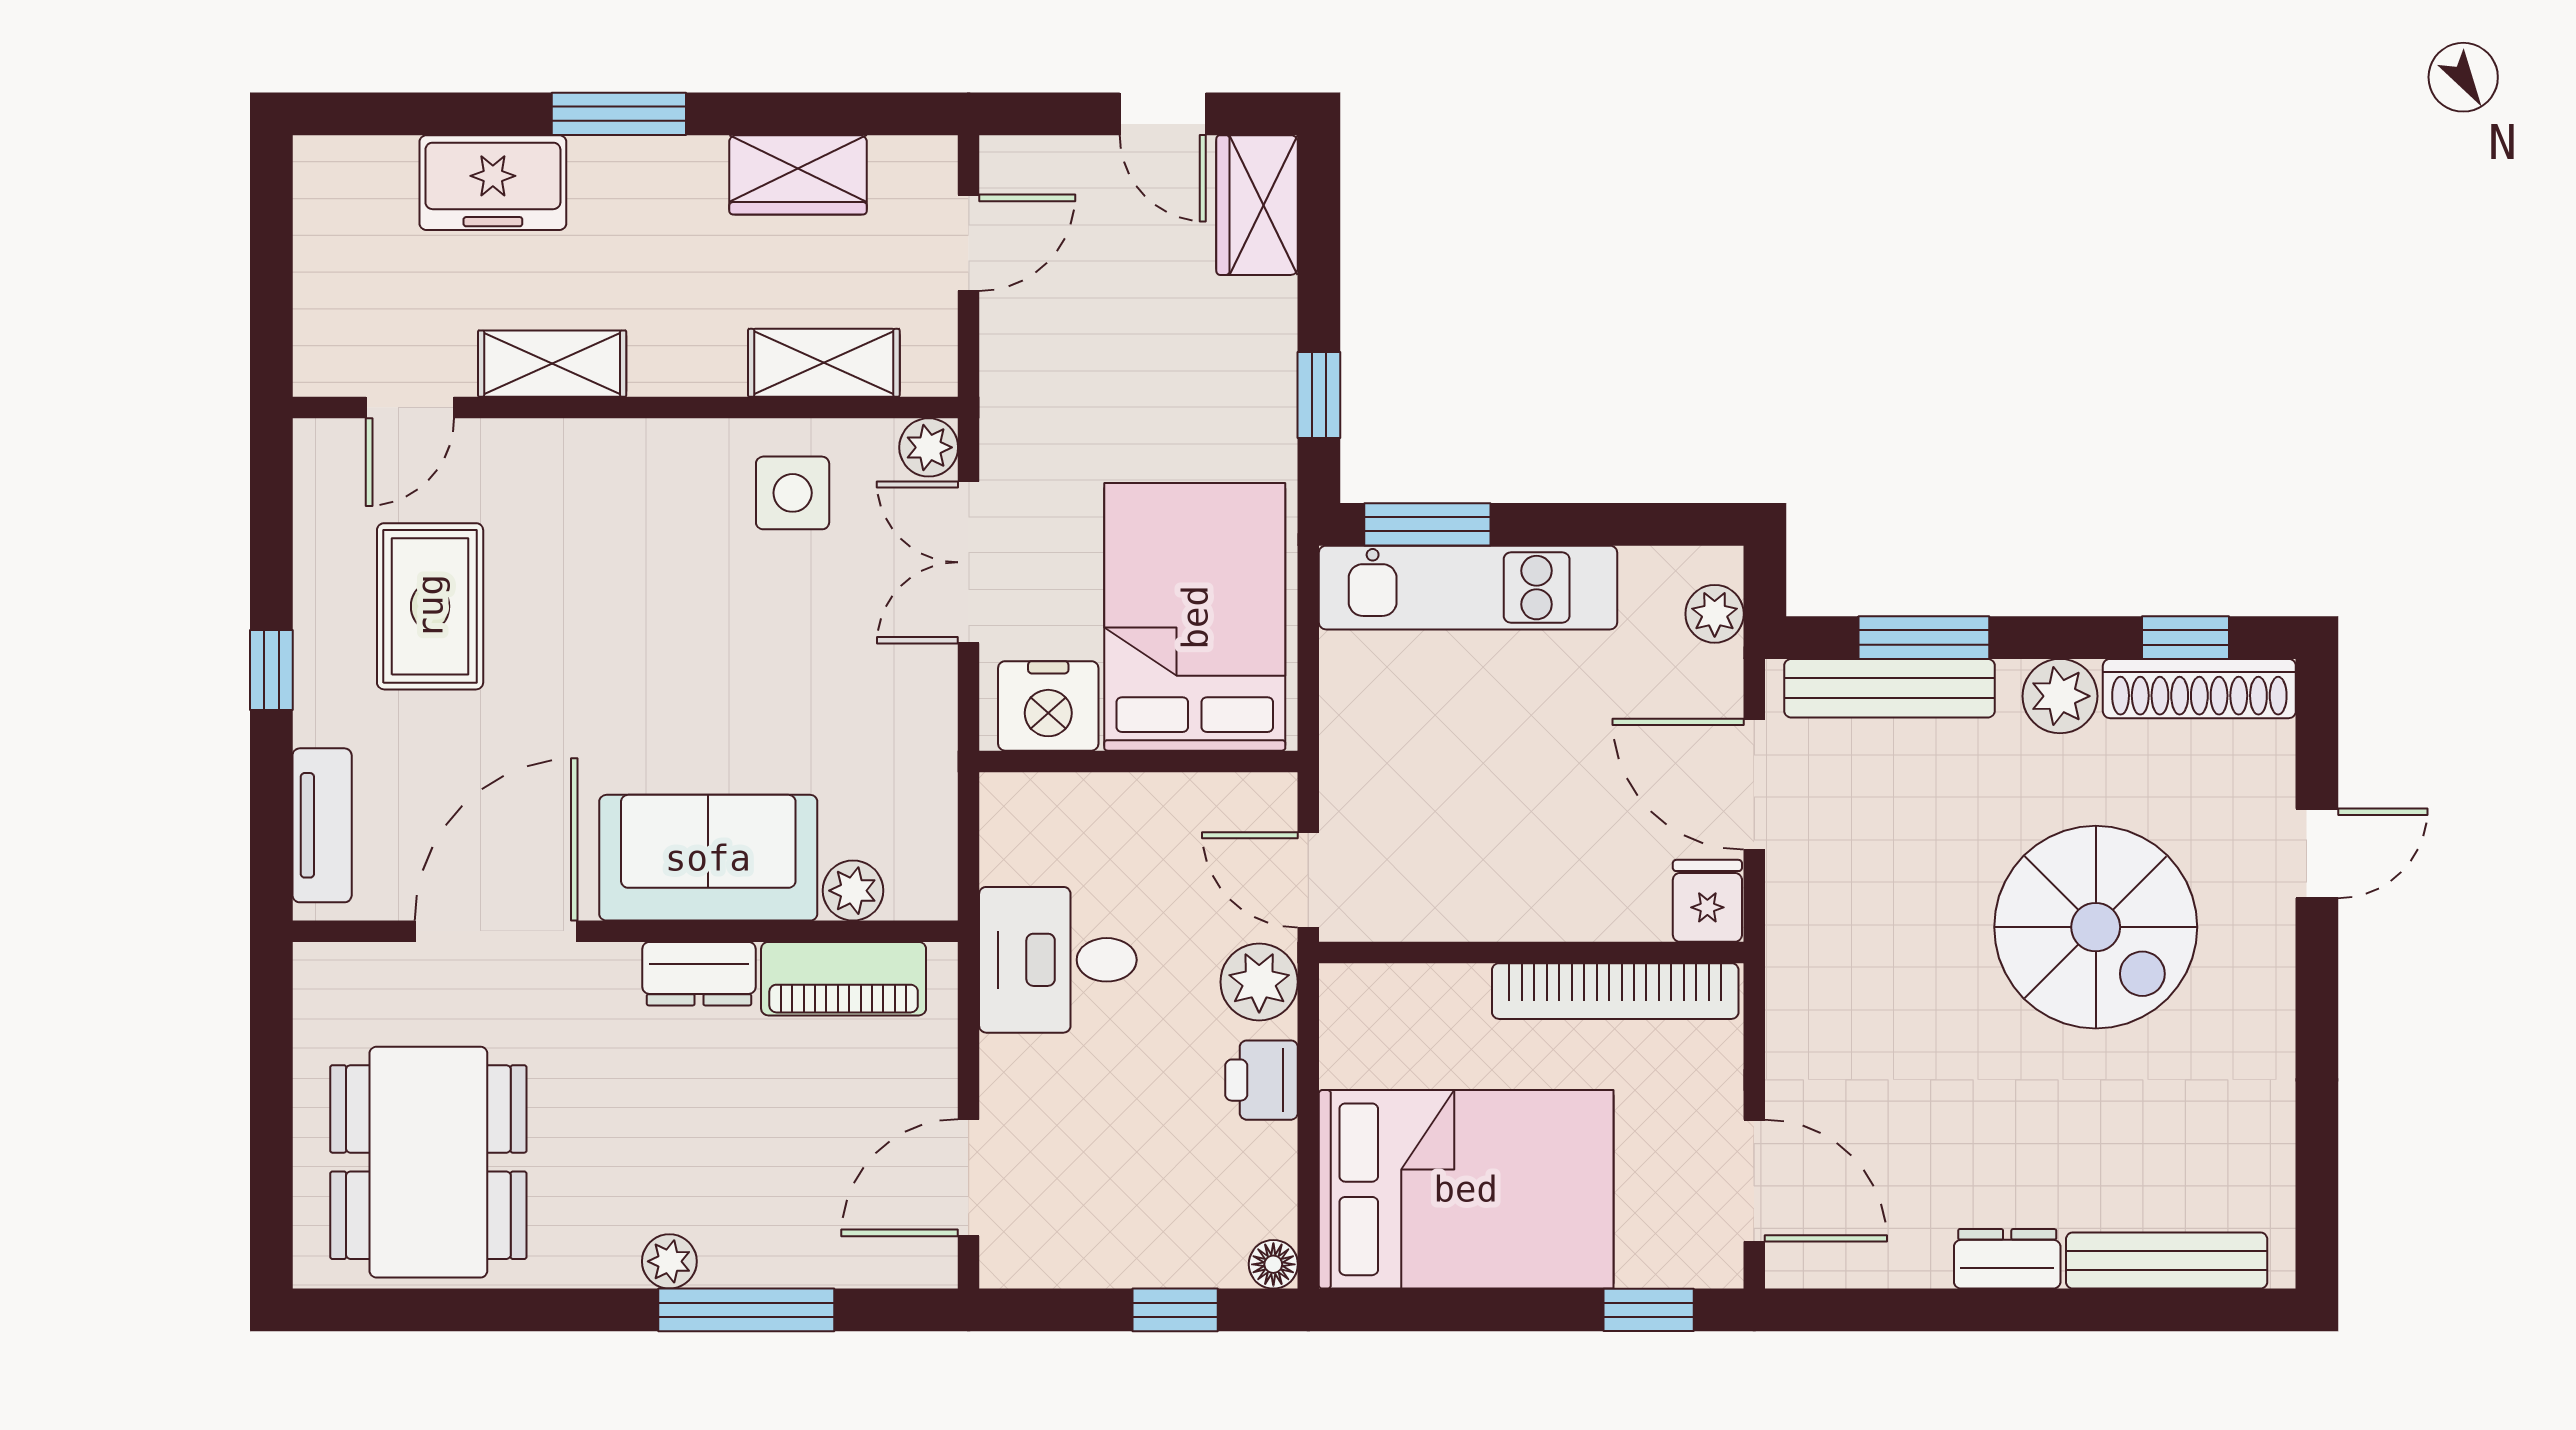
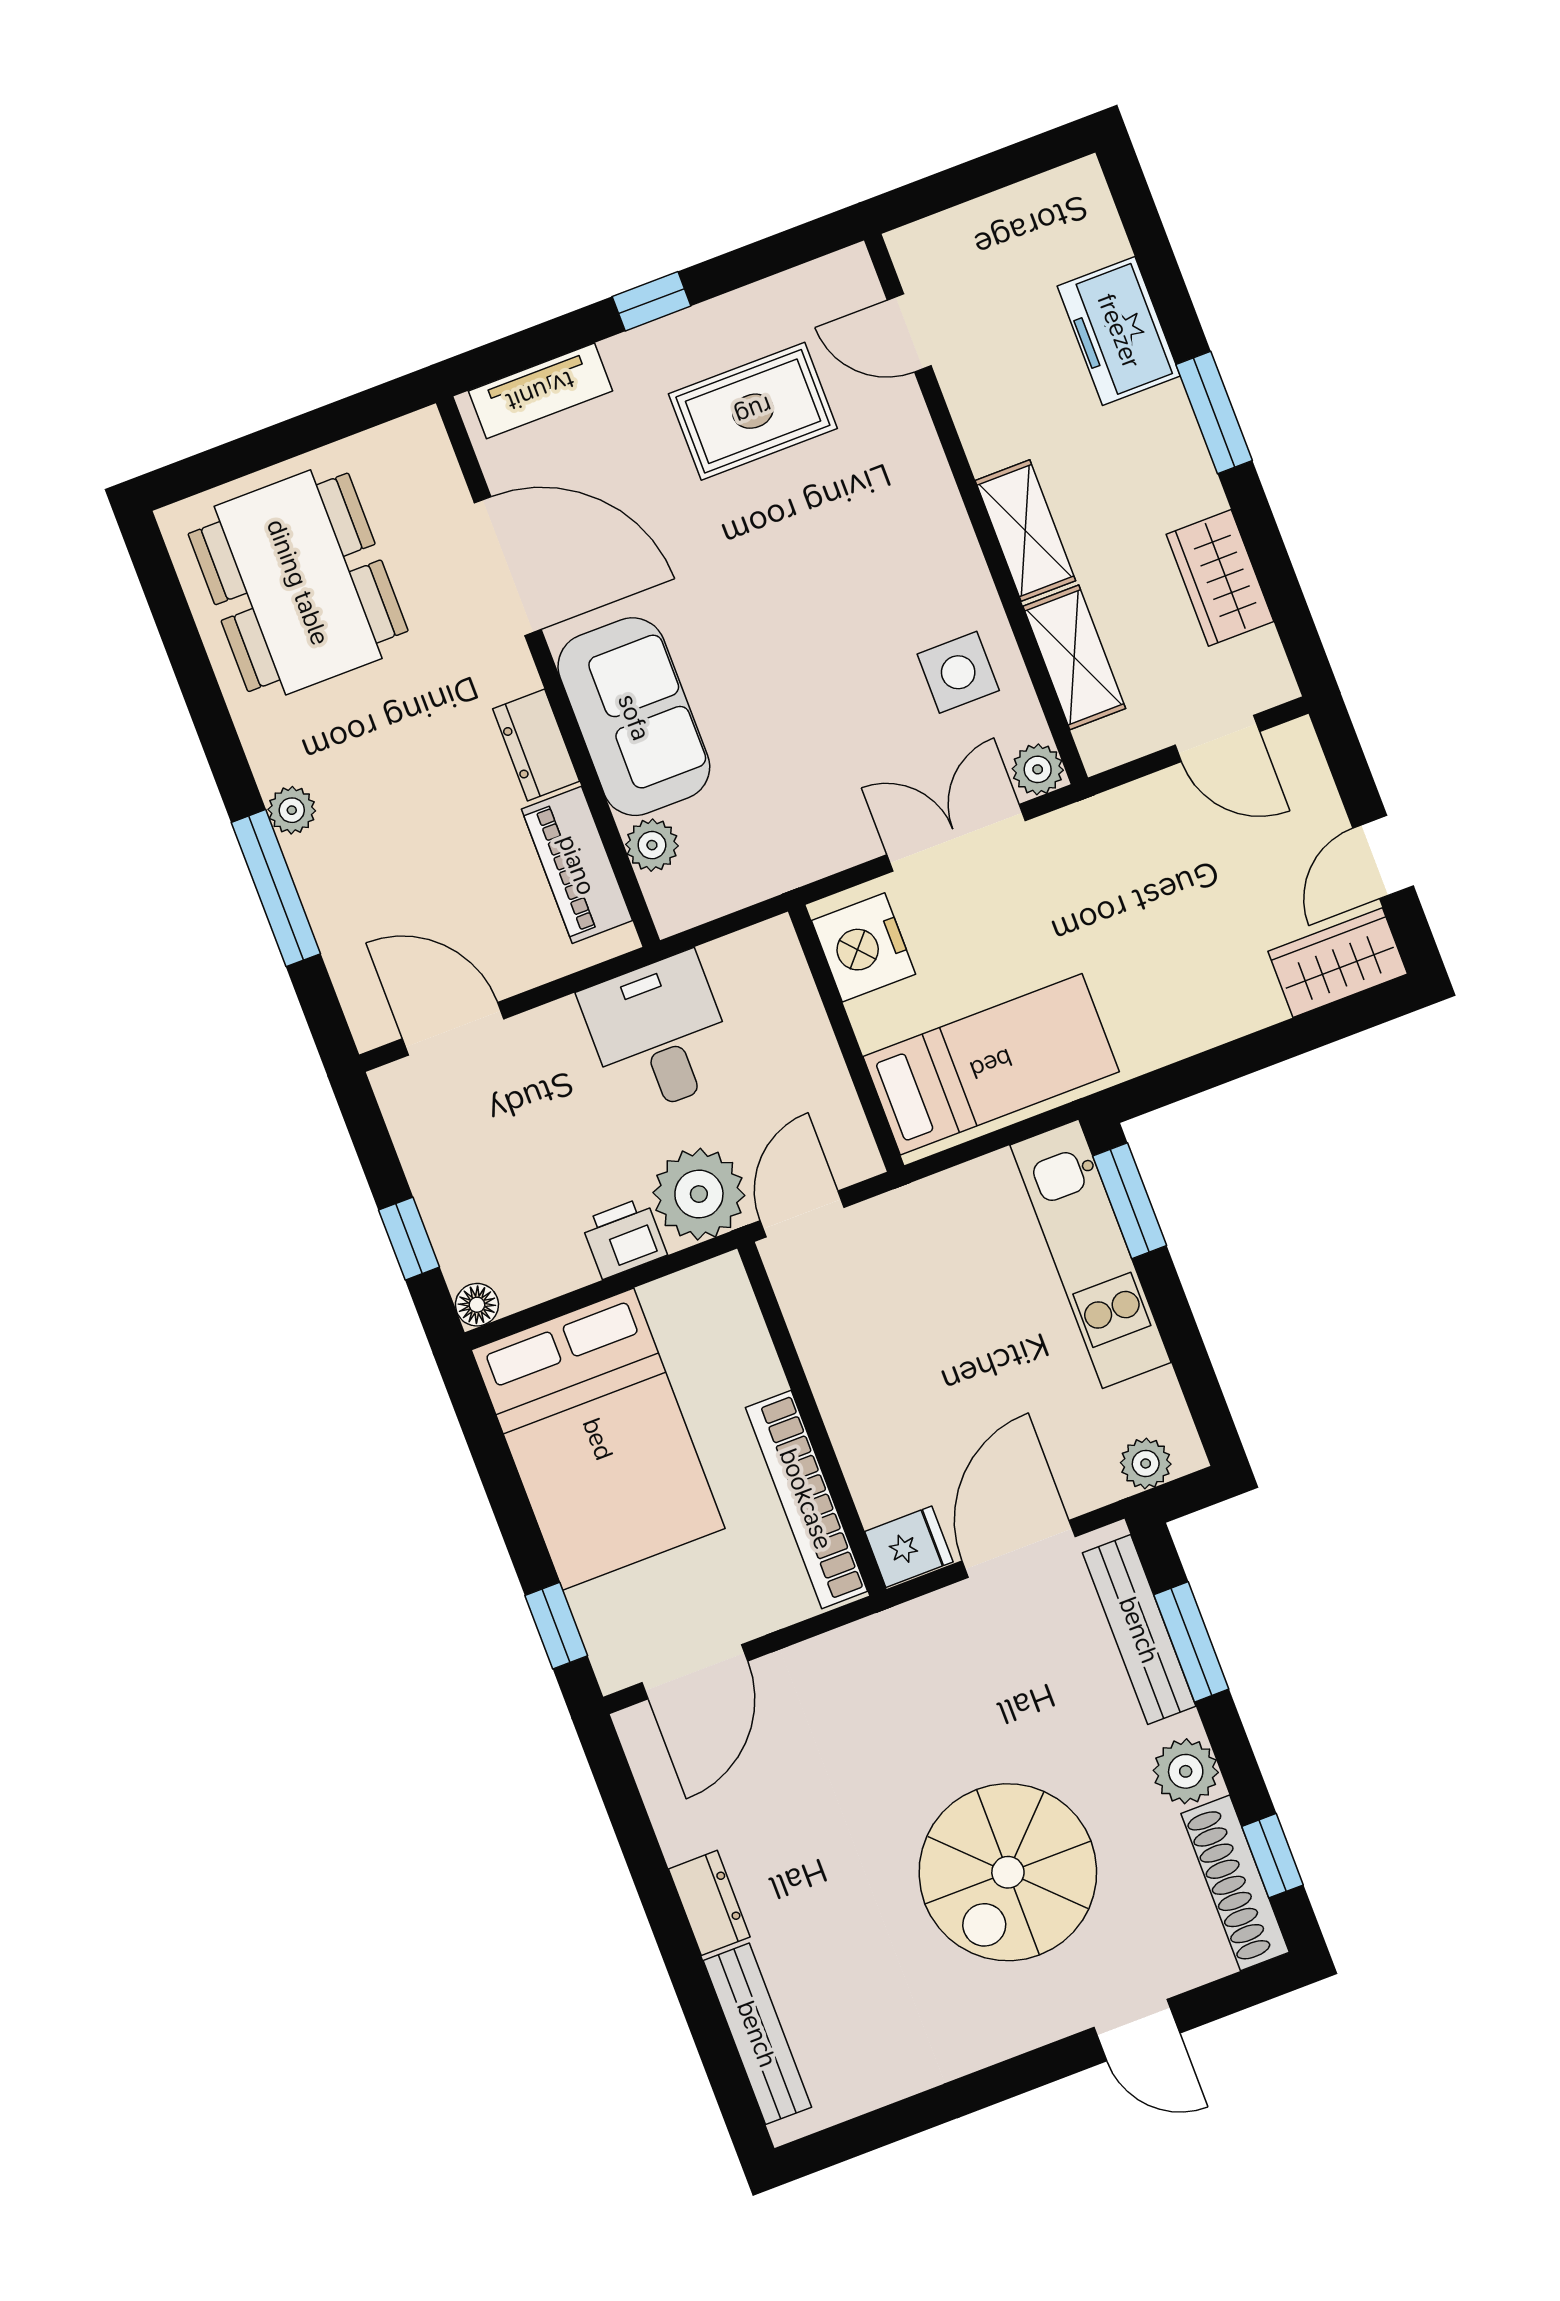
shelving: (552, 364) -> (1025, 531), moved
window: (1319, 395) -> (1202, 1072), removed
bed: (1195, 617) -> (991, 1064), width x0.67
plant: (1259, 982) -> (699, 1194), width x1.36, depth x1.36
dining table: (428, 1162) -> (298, 582), turned 90

